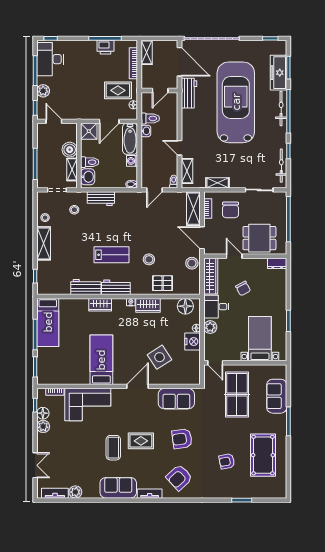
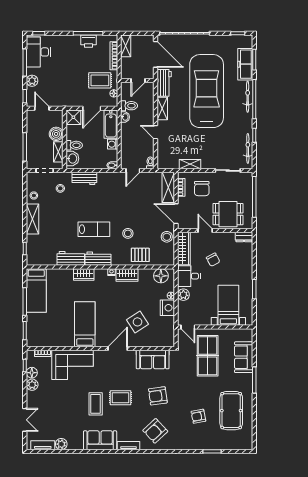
shelving: (187, 171) -> (162, 109), moved

